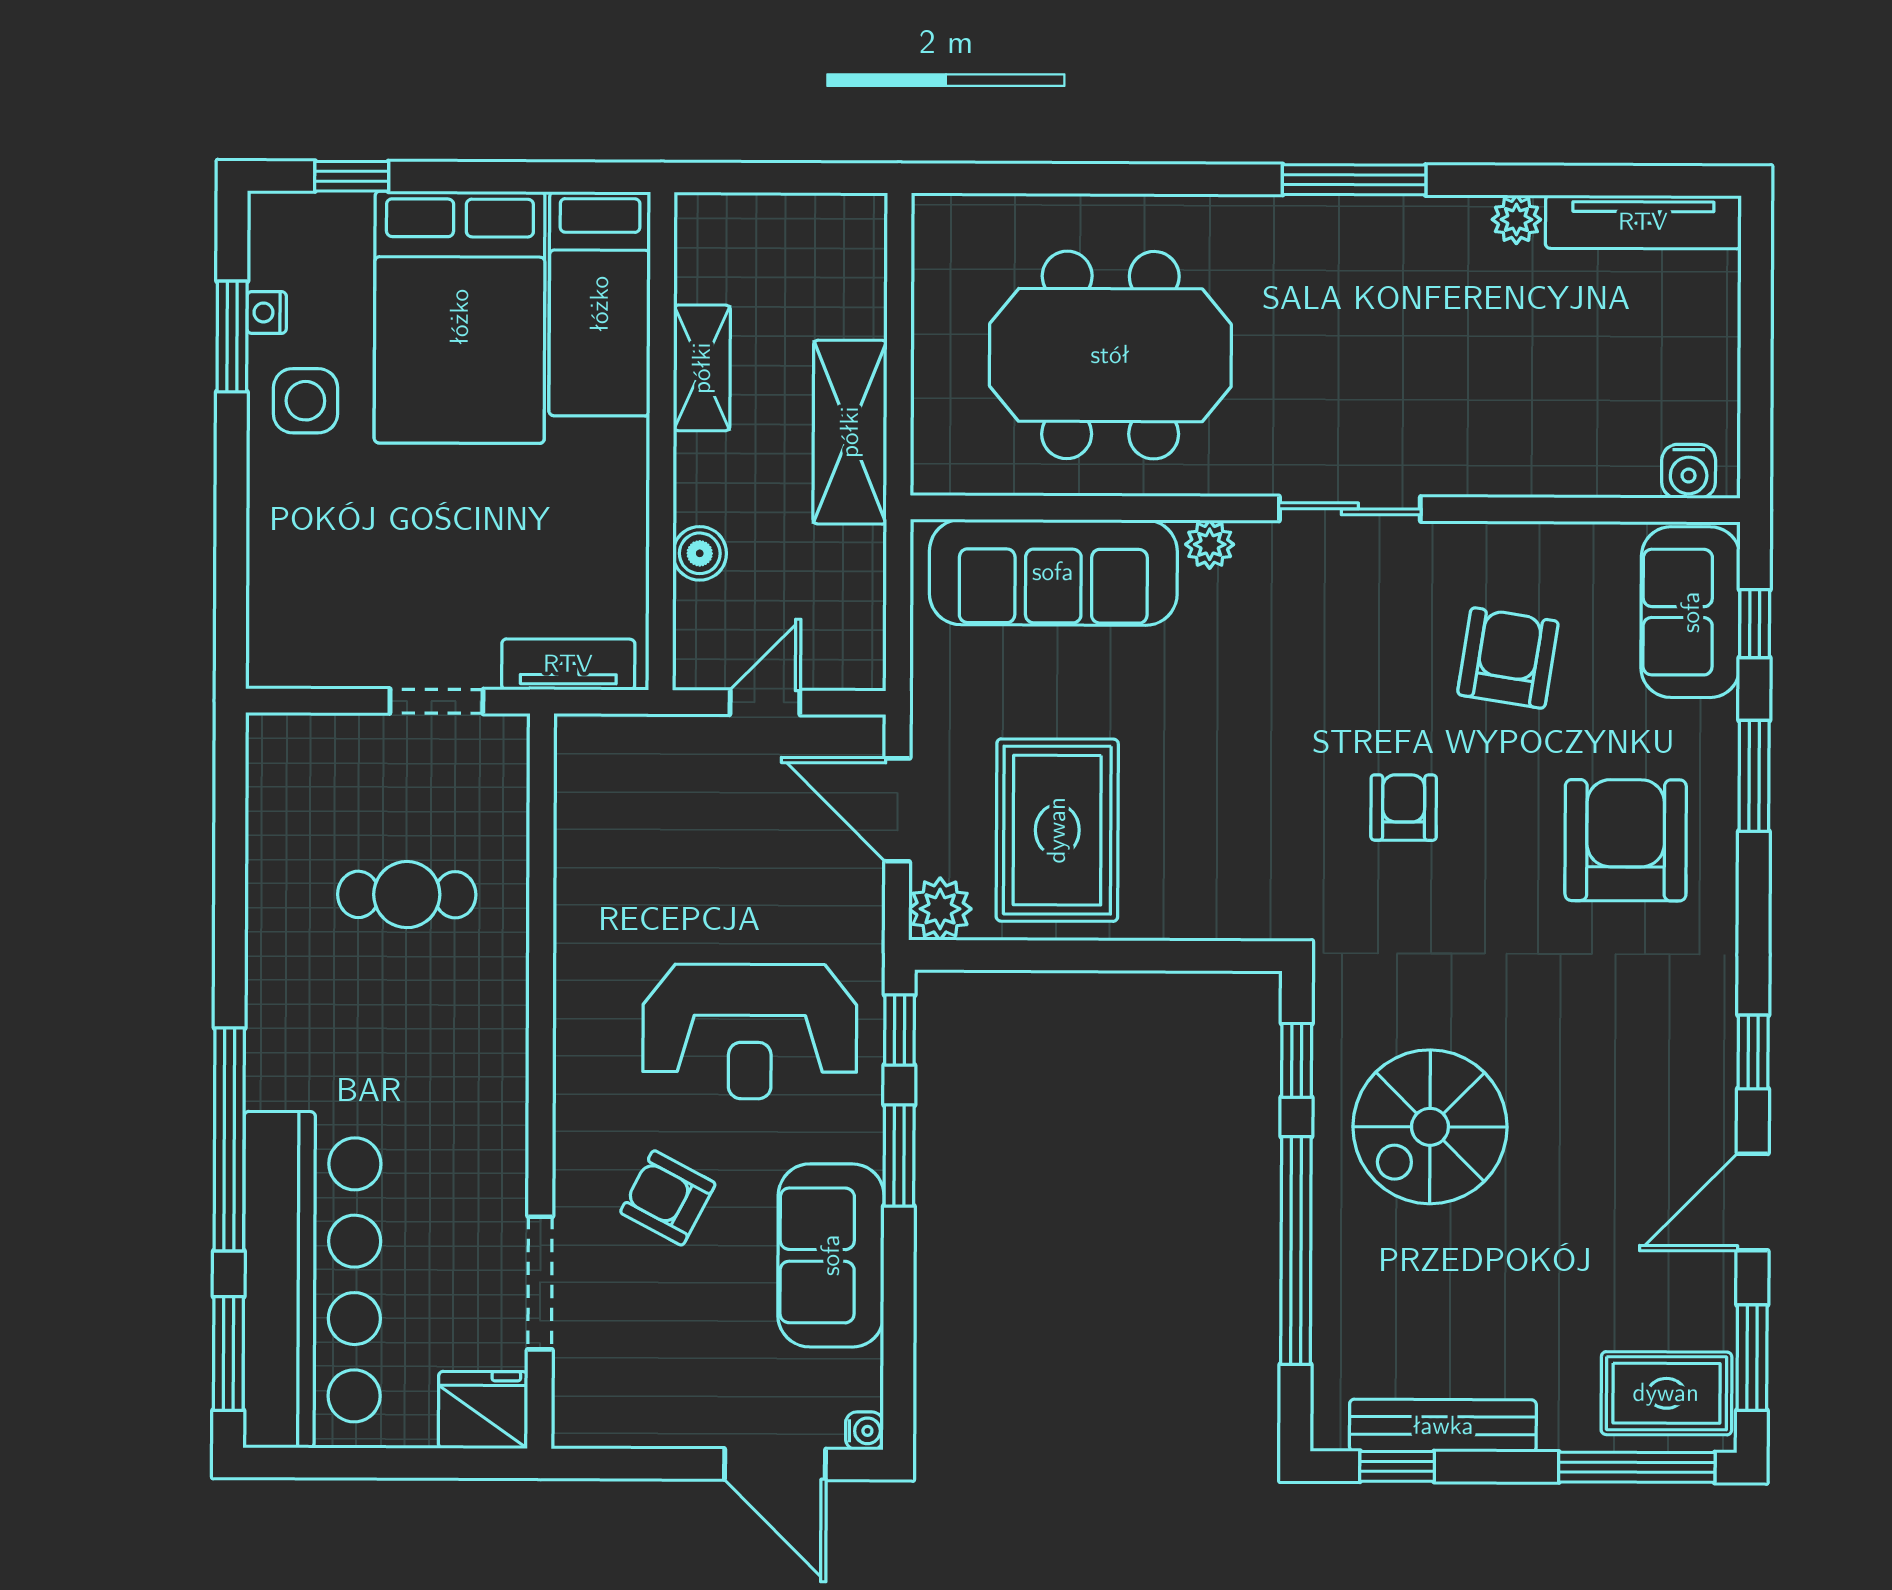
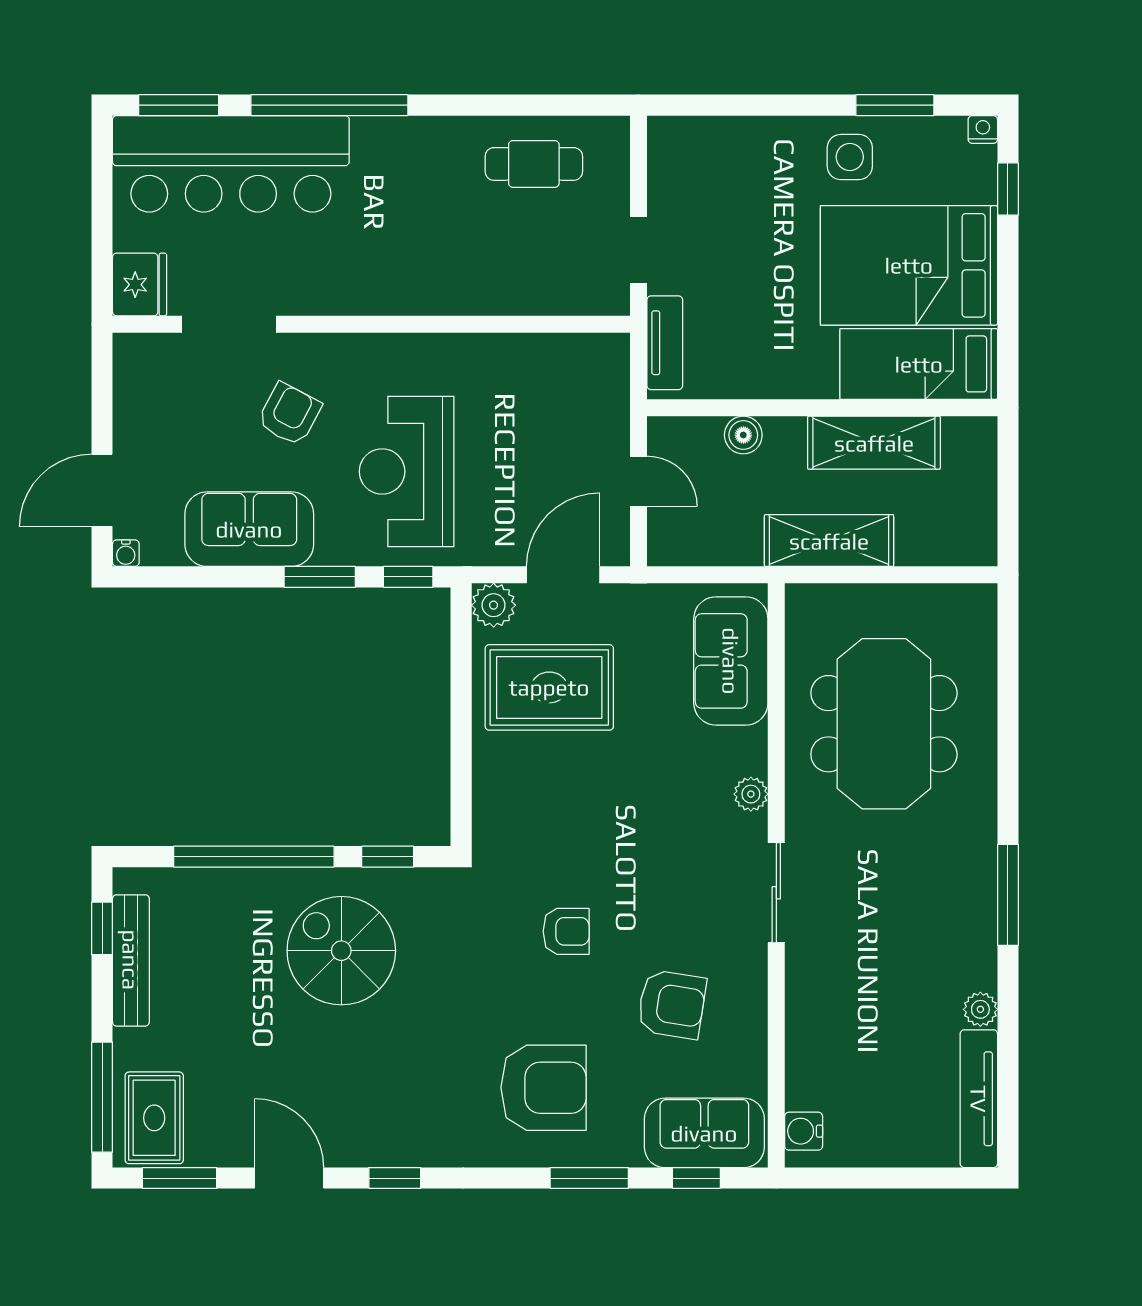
nightstand: (267, 312) -> (983, 129), moved
shelving: (702, 368) -> (874, 443), width x1.50, depth x1.33
sofa: (1053, 572) -> (731, 661), width x0.73
cafe table: (407, 895) -> (534, 164), moved, turned 90

